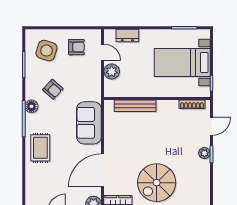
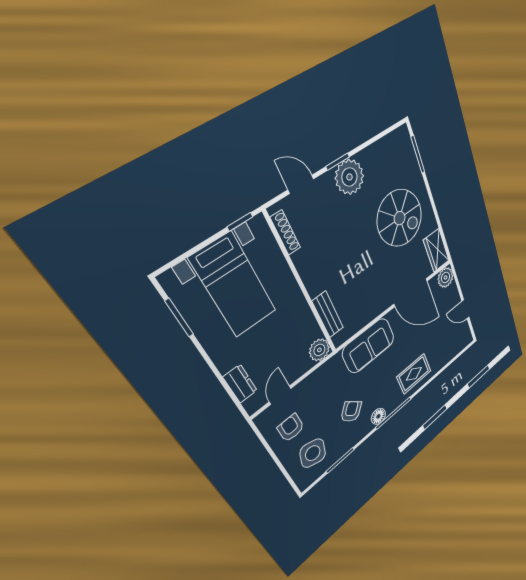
plant: (112, 71) -> (319, 350), moved
bench: (135, 106) -> (328, 314), width x0.73
plant: (204, 153) -> (349, 177), width x1.88, depth x1.88

